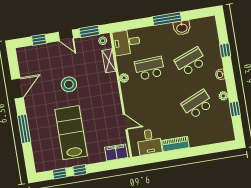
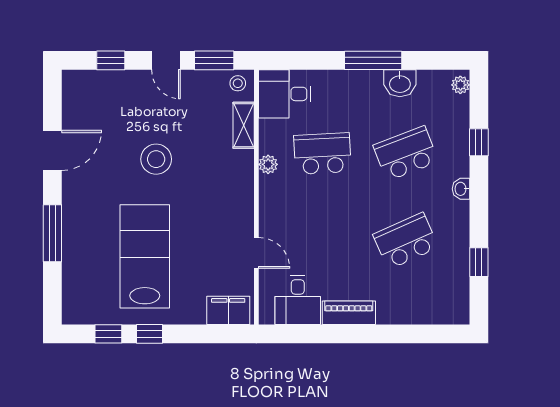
plant: (223, 96) -> (460, 85), moved

